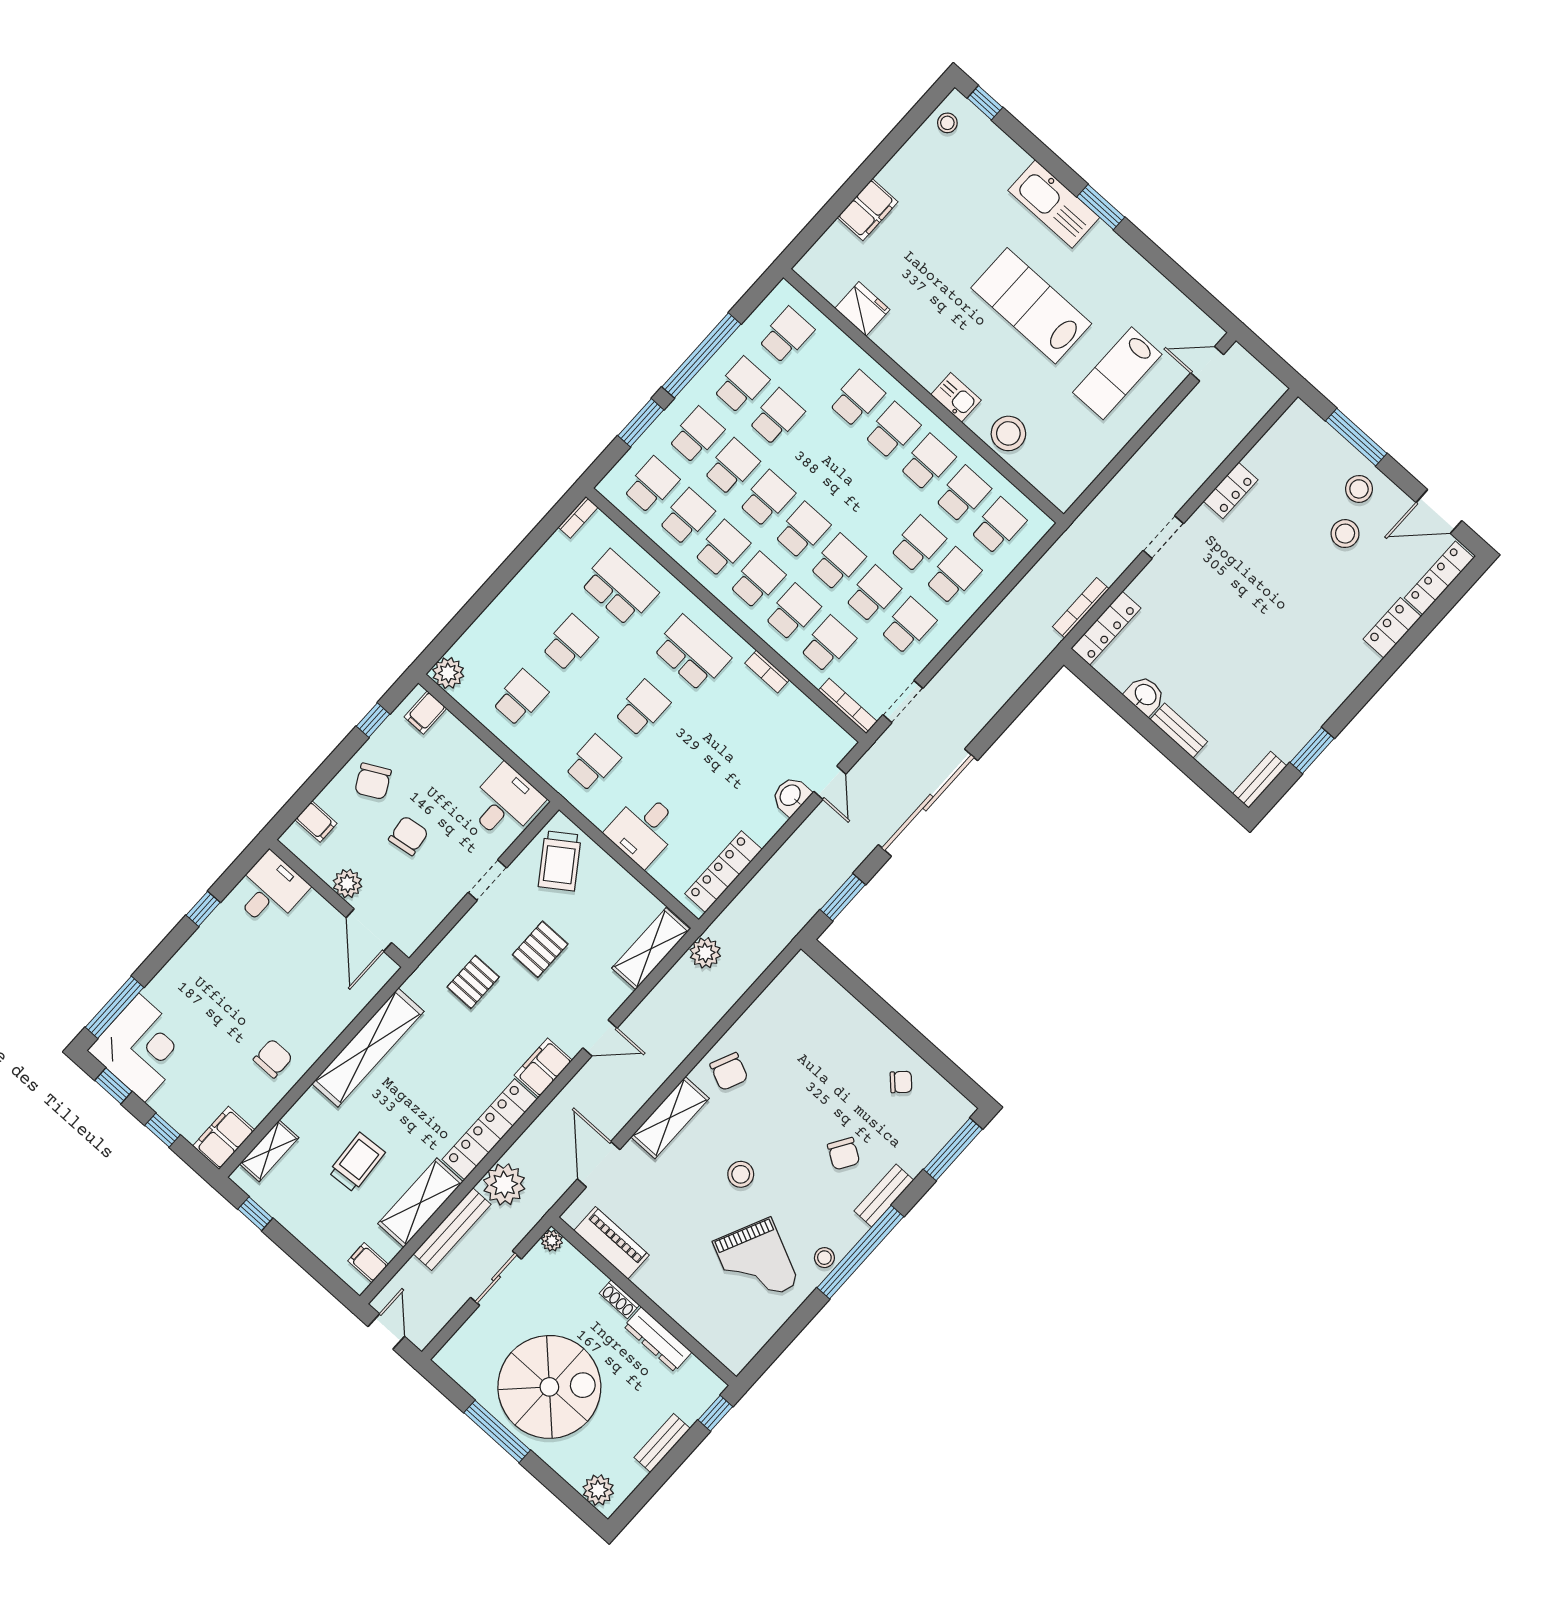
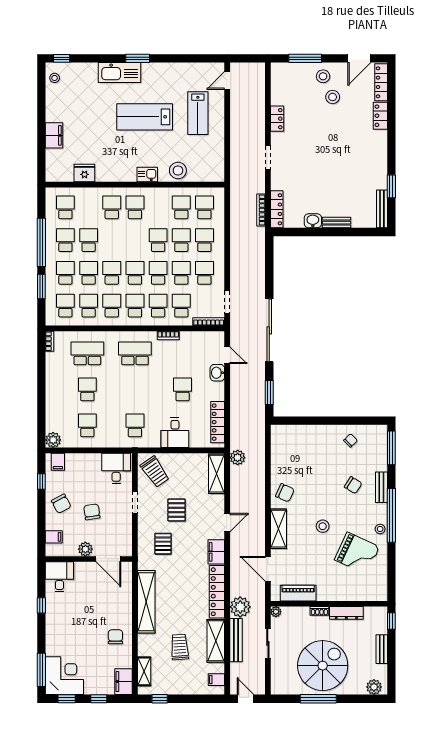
school desk: (928, 462) -> (158, 240), moved
school desk: (642, 708) -> (183, 389), moved
bench: (1260, 780) -> (382, 209), width x1.36

